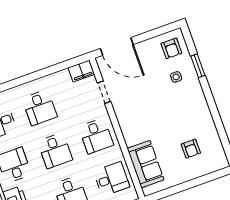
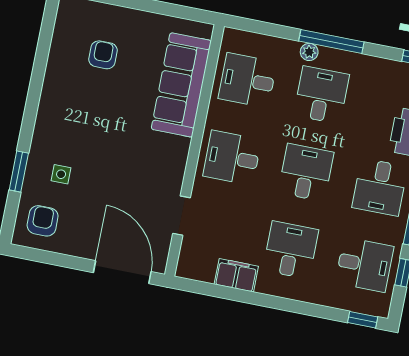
filing cabinet: (81, 71) -> (236, 275), moved
desk: (96, 136) -> (232, 158), turned -90
sofa: (146, 164) -> (181, 85), width x1.36

